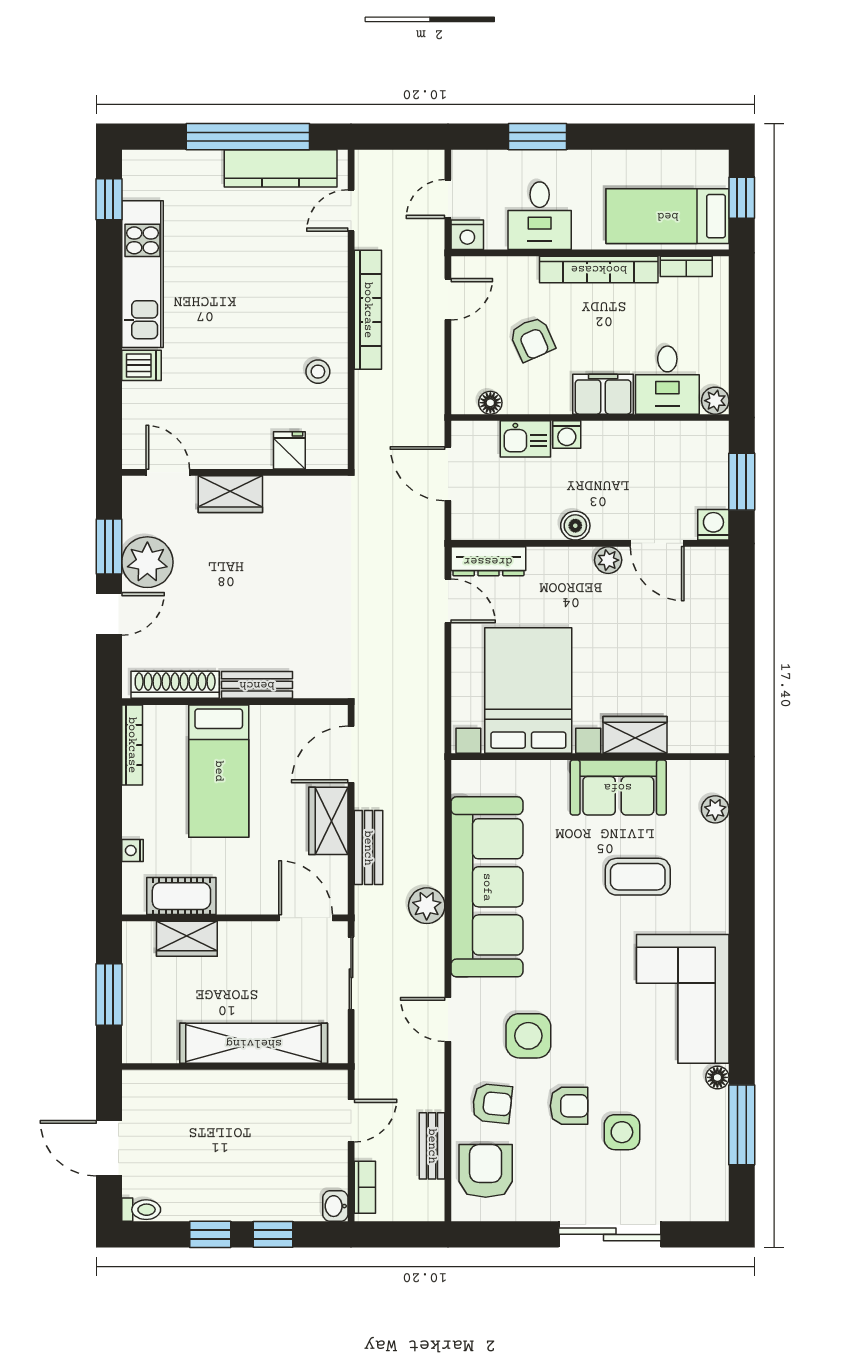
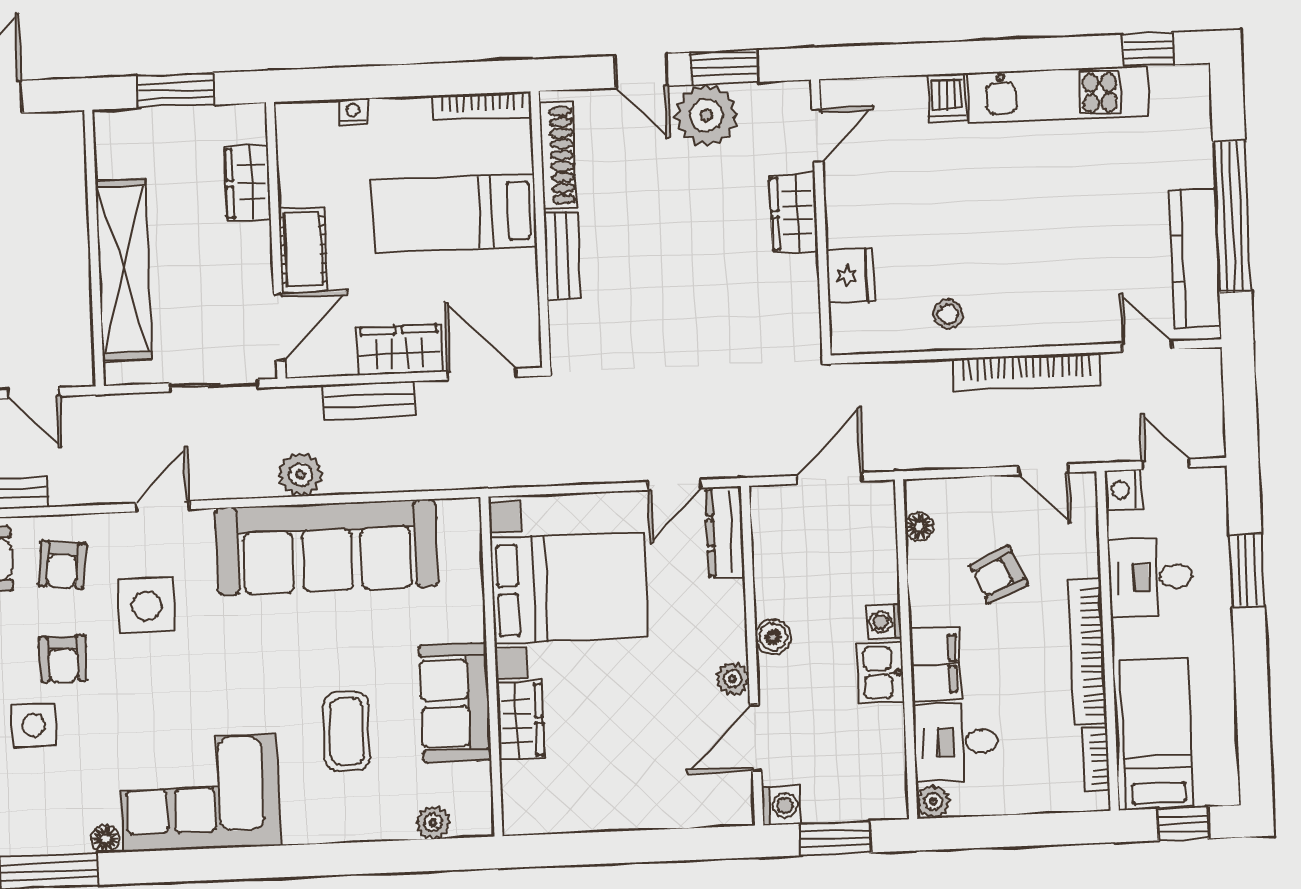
kitchen sink: (525, 439) -> (881, 673), moved
fridge: (289, 450) -> (850, 276), width x1.38
cot: (181, 896) -> (303, 249), moved

